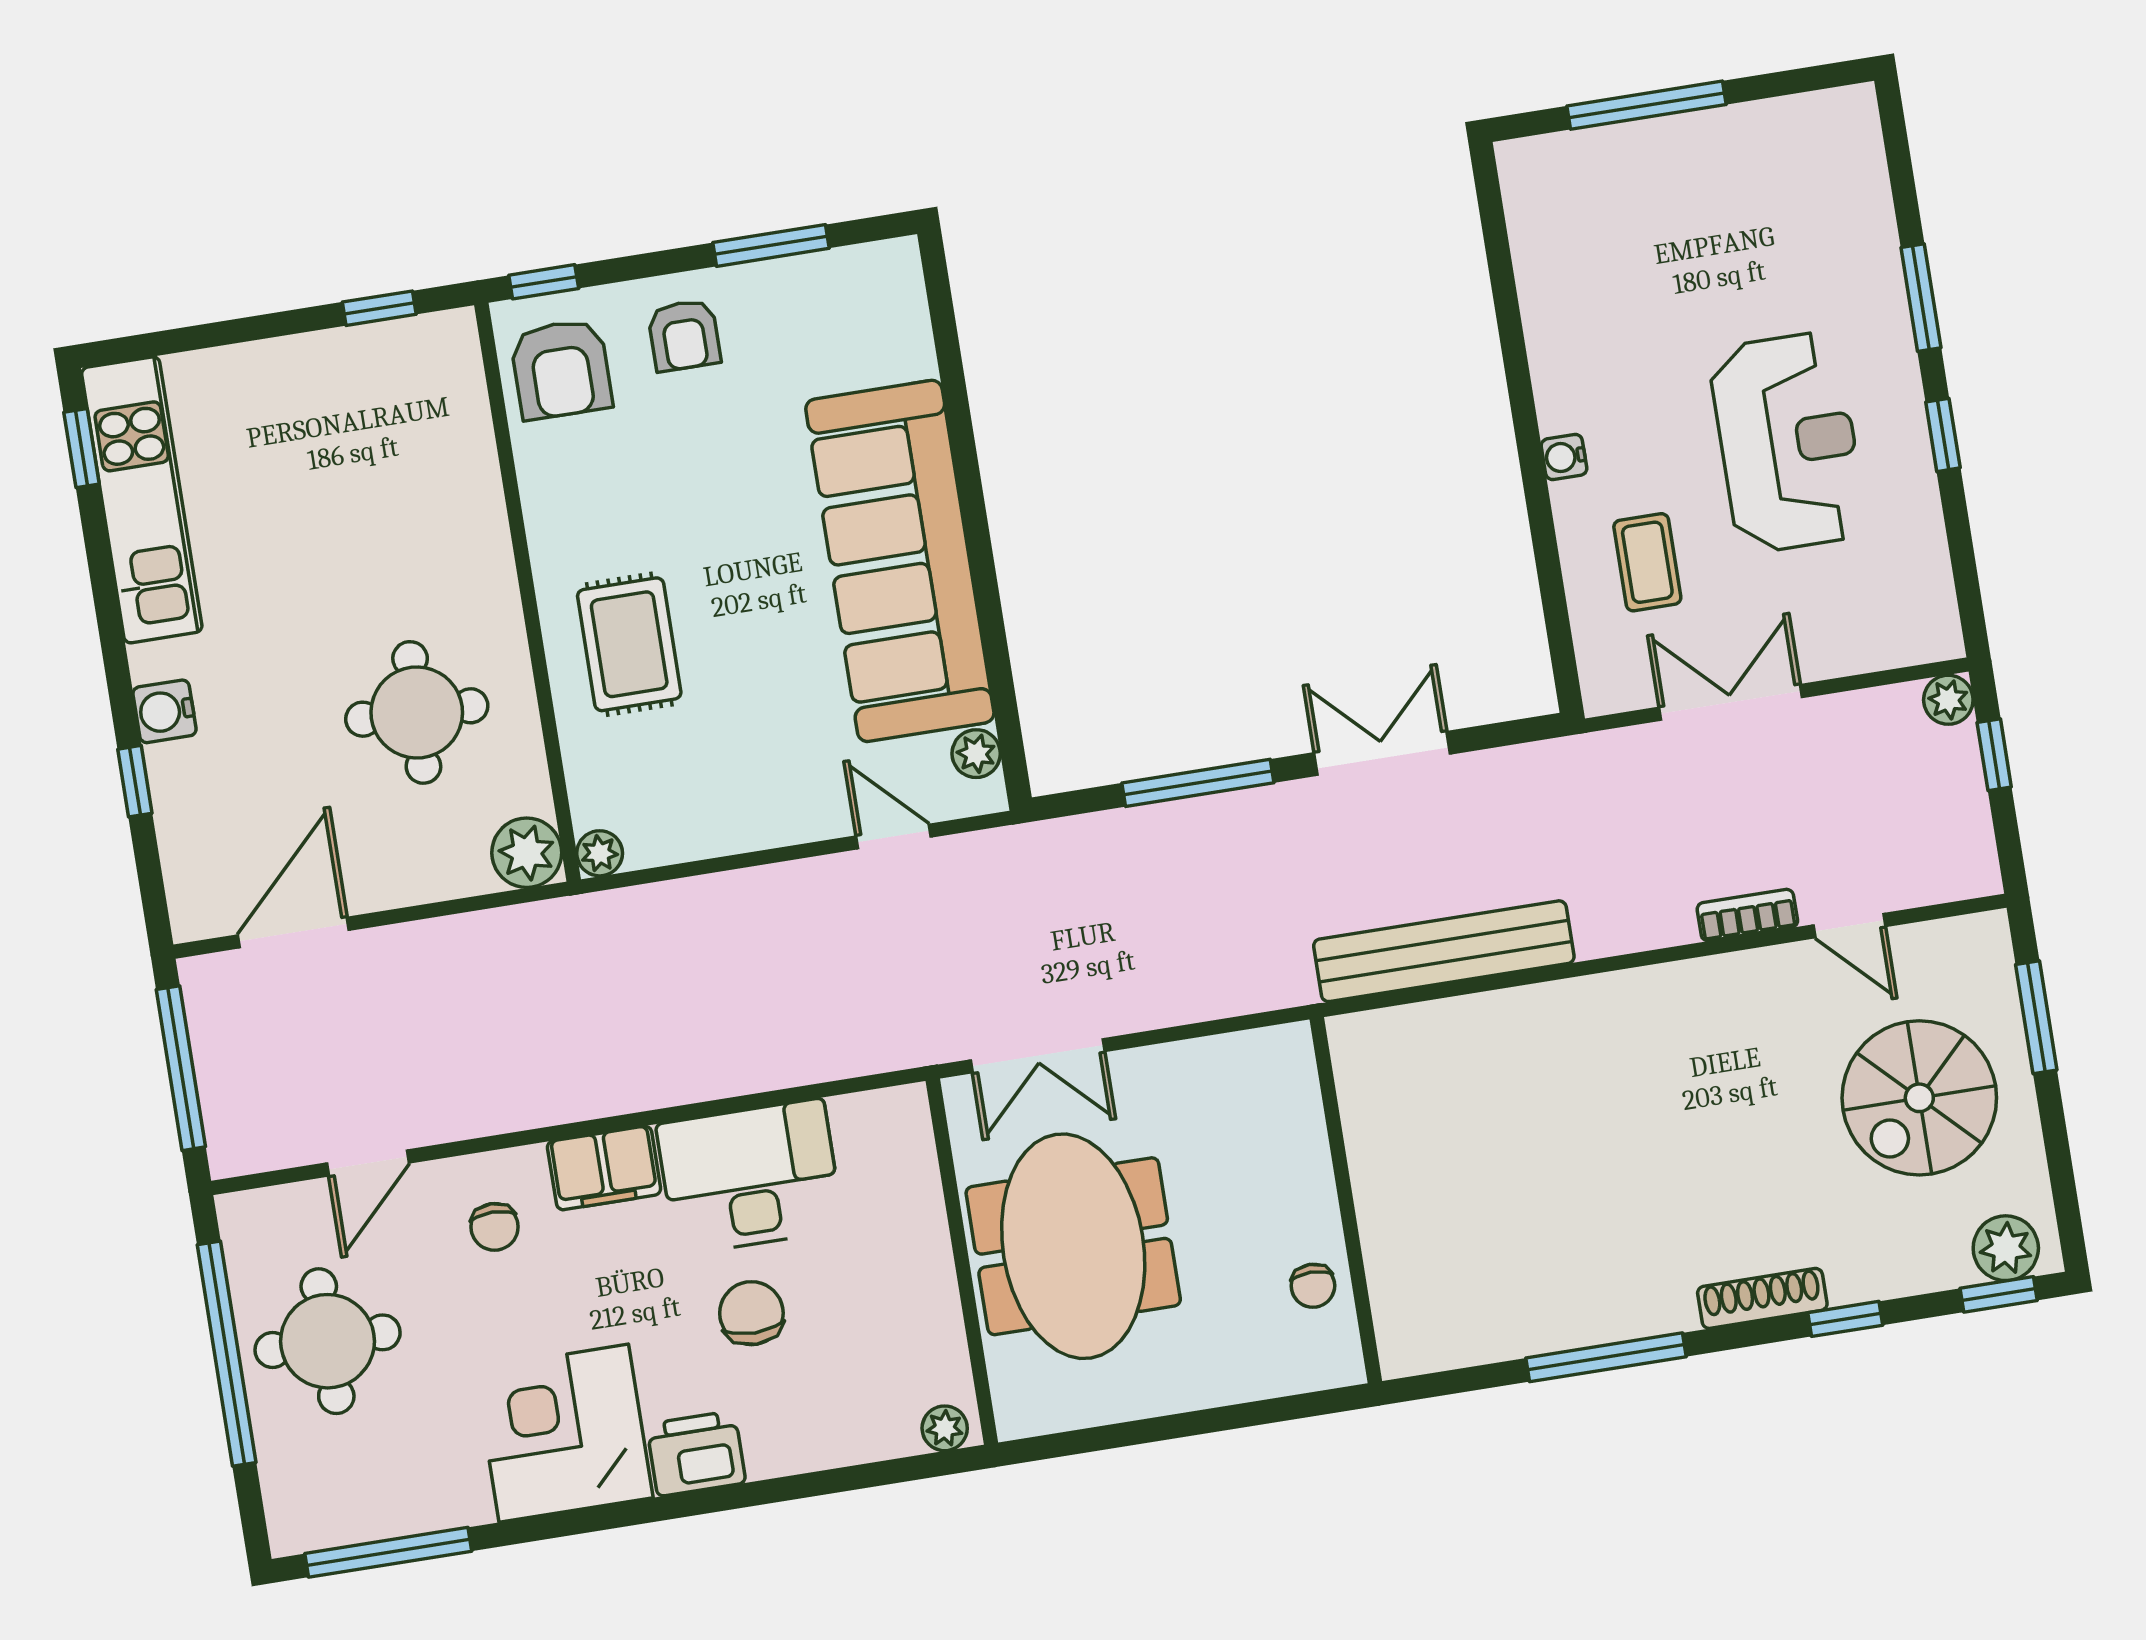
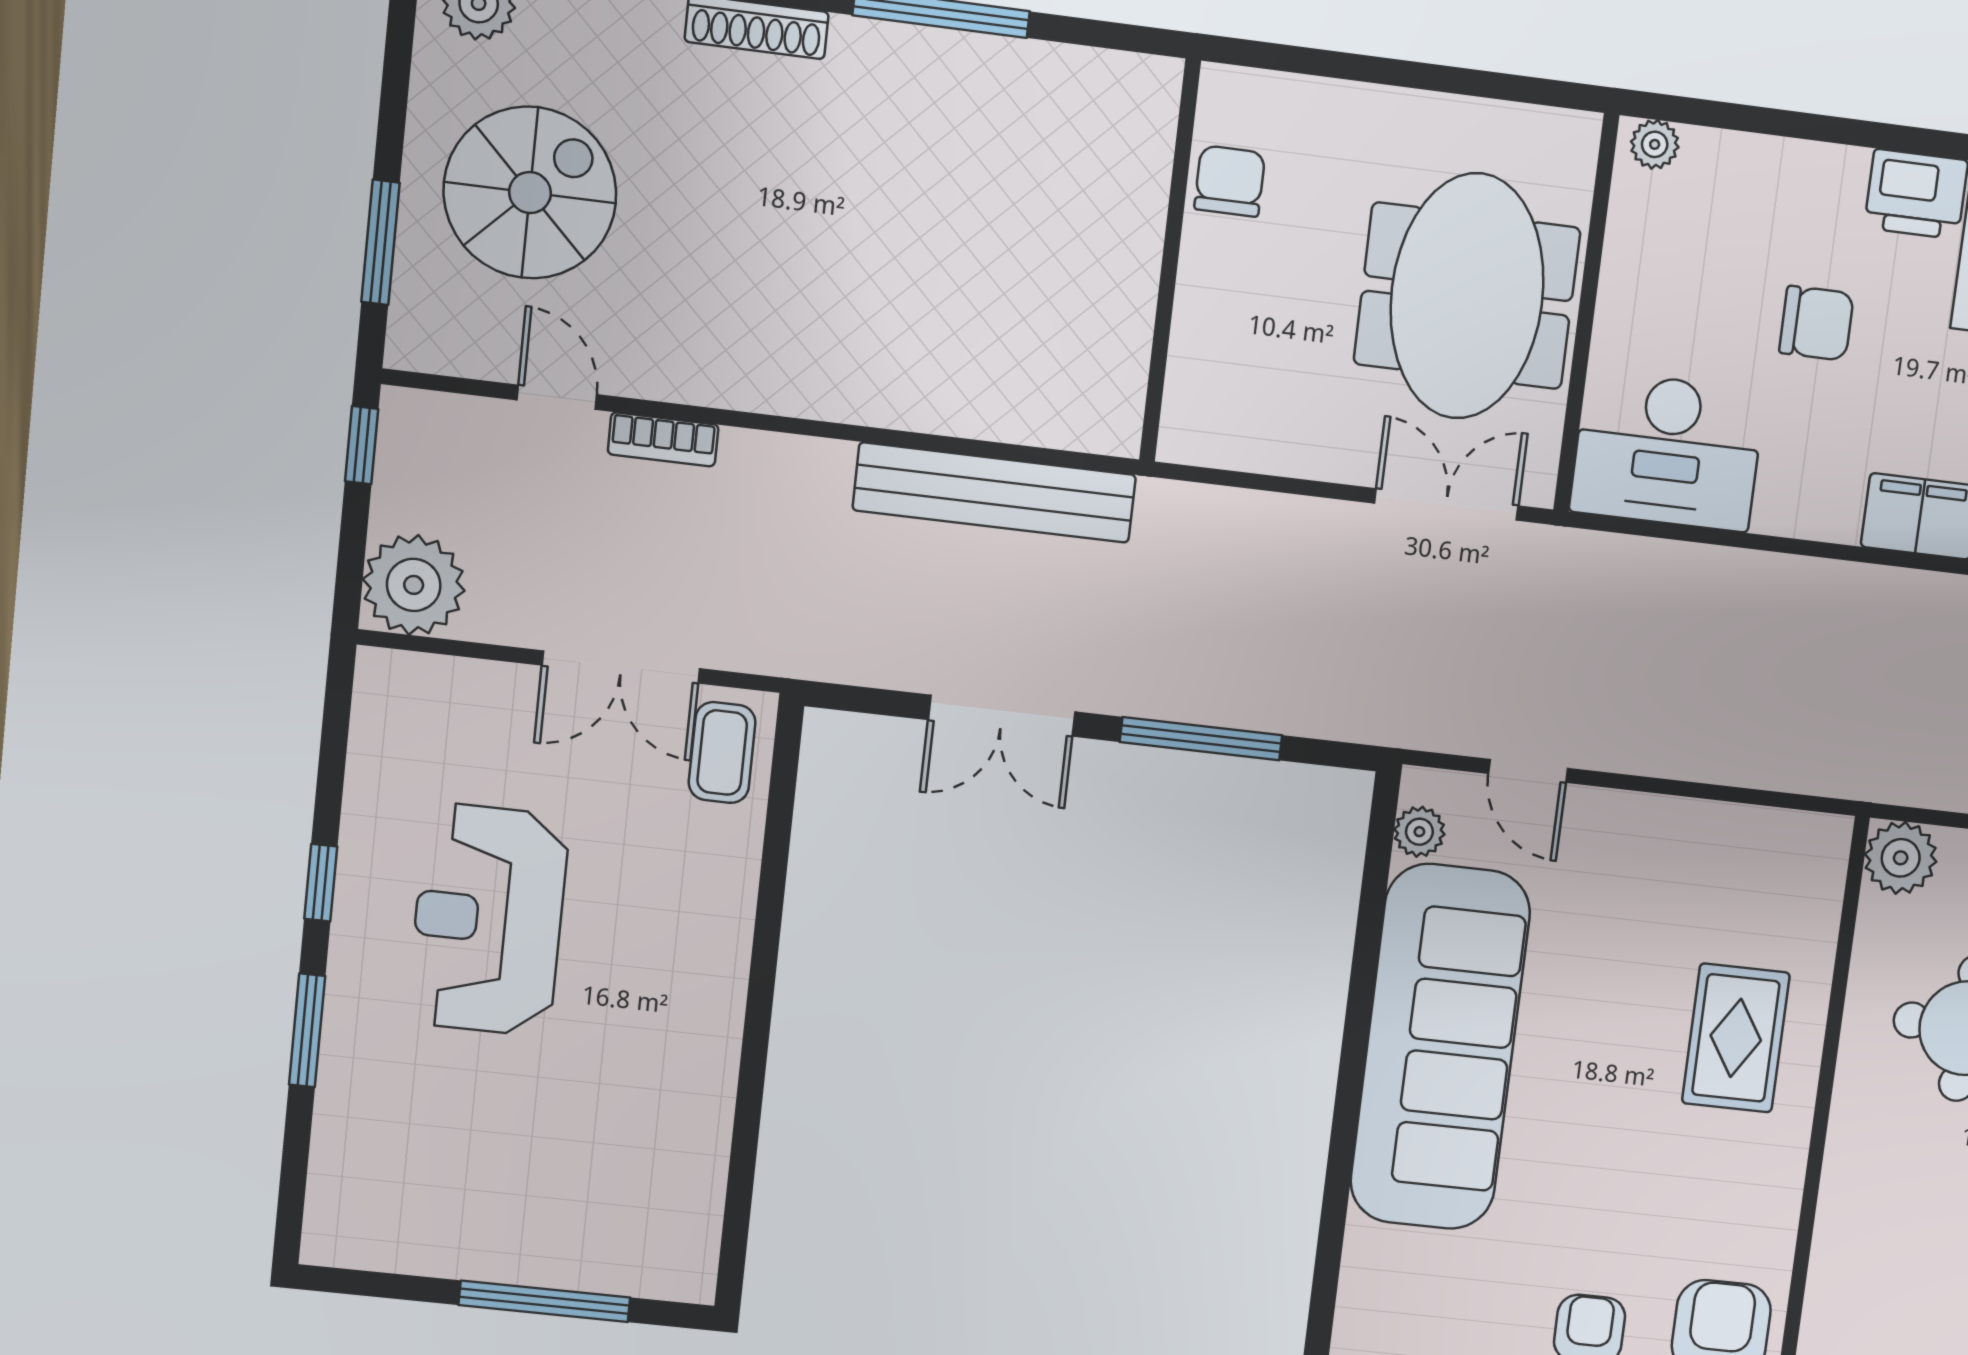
water cooler: (1564, 457) -> (728, 968), removed
coffee table: (1647, 562) -> (722, 753), moved
plant: (1948, 700) -> (414, 585), width x1.87, depth x1.87
window: (1994, 755) -> (362, 445), moved
plant: (600, 853) -> (1828, 837), removed
desk: (750, 1177) -> (1667, 451), moved
chair: (1313, 1286) -> (1230, 181), width x1.37, depth x1.37
chair: (751, 1313) -> (1816, 323), turned -90

